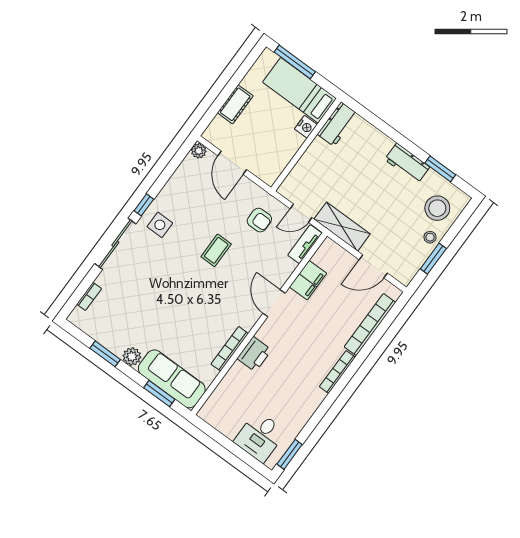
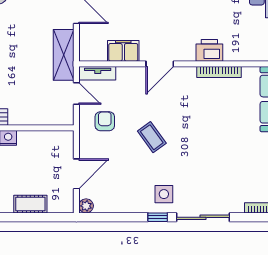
coffee table: (216, 250) -> (152, 137), turned 54

